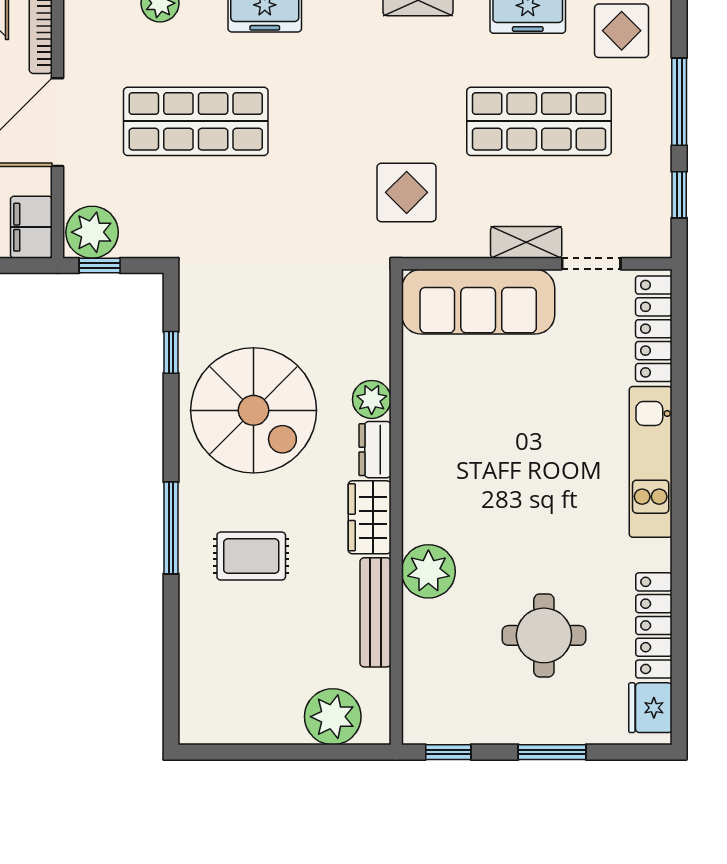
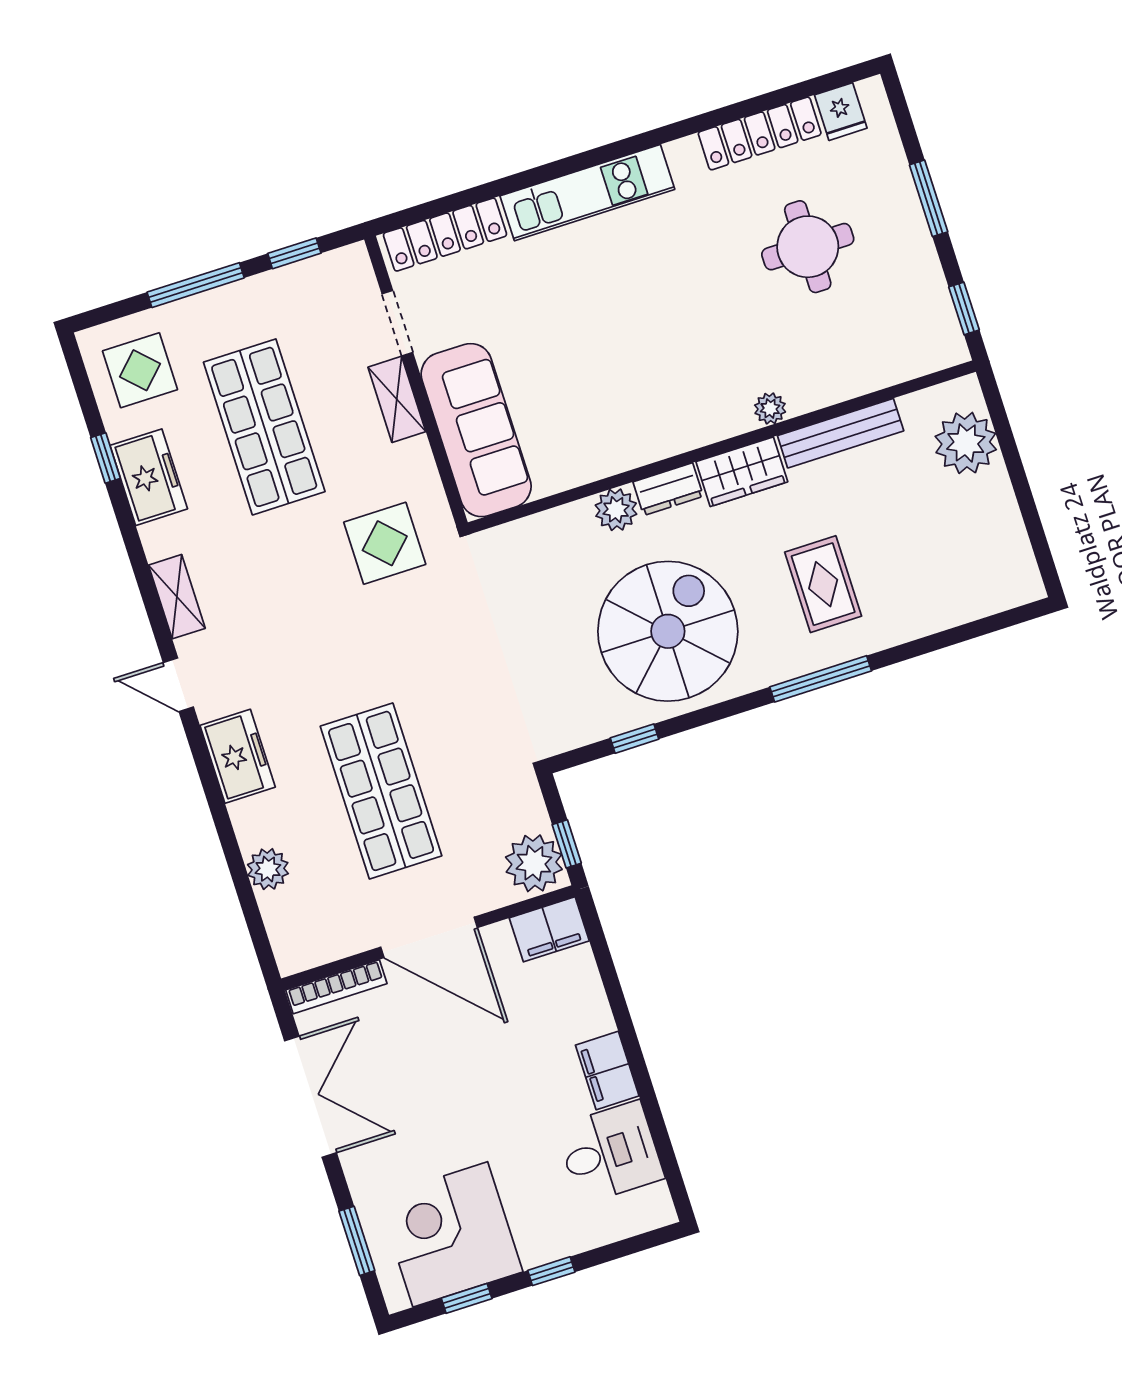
plant: (428, 571) -> (770, 409), width x0.53, depth x0.53
fridge: (650, 708) -> (841, 112), width x0.72

